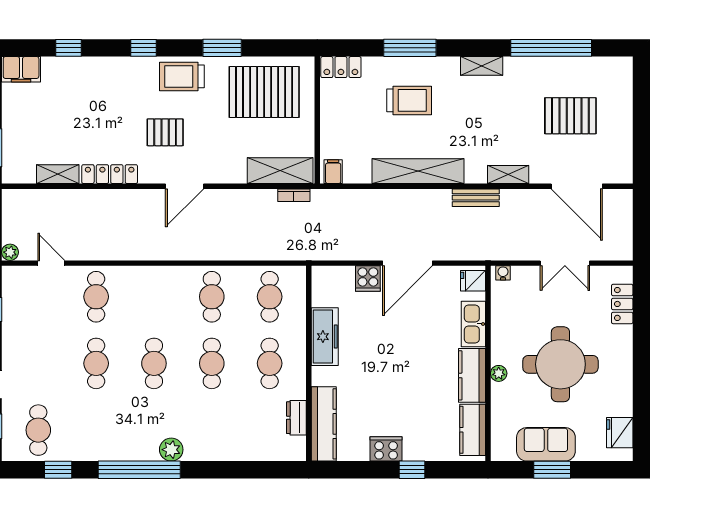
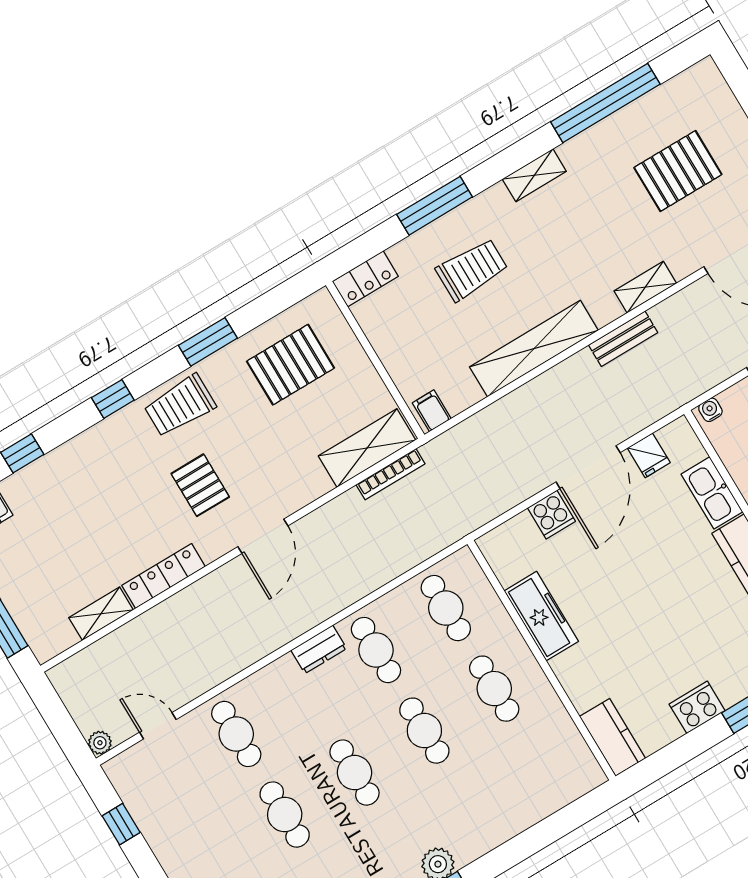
pallet: (264, 92) -> (291, 365), width x0.73, depth x0.71
pallet: (165, 132) -> (200, 485), turned 90
bookcase: (294, 195) -> (391, 474), width x1.56
fridge: (473, 281) -> (649, 455), moved, turned -90
dresser: (296, 418) -> (319, 649), moved, turned -90
kitchen counter: (324, 424) -> (613, 737), width x0.67

